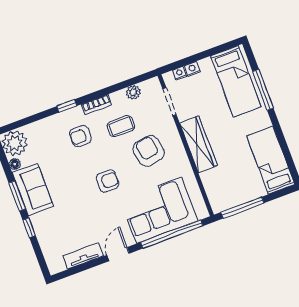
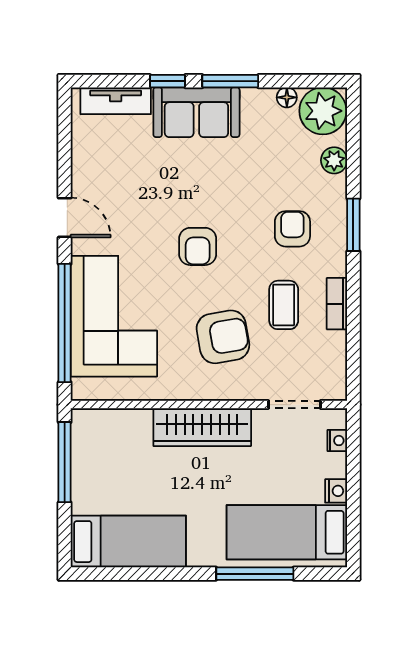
nightstand: (192, 69) -> (336, 491), moved
plant: (133, 92) -> (334, 160), moved
bookcase: (96, 104) -> (337, 304), moved
window: (67, 106) -> (353, 225), width x1.50
sofa: (33, 189) -> (196, 112), moved
tv unit: (83, 256) -> (116, 101), moved, turned 90

